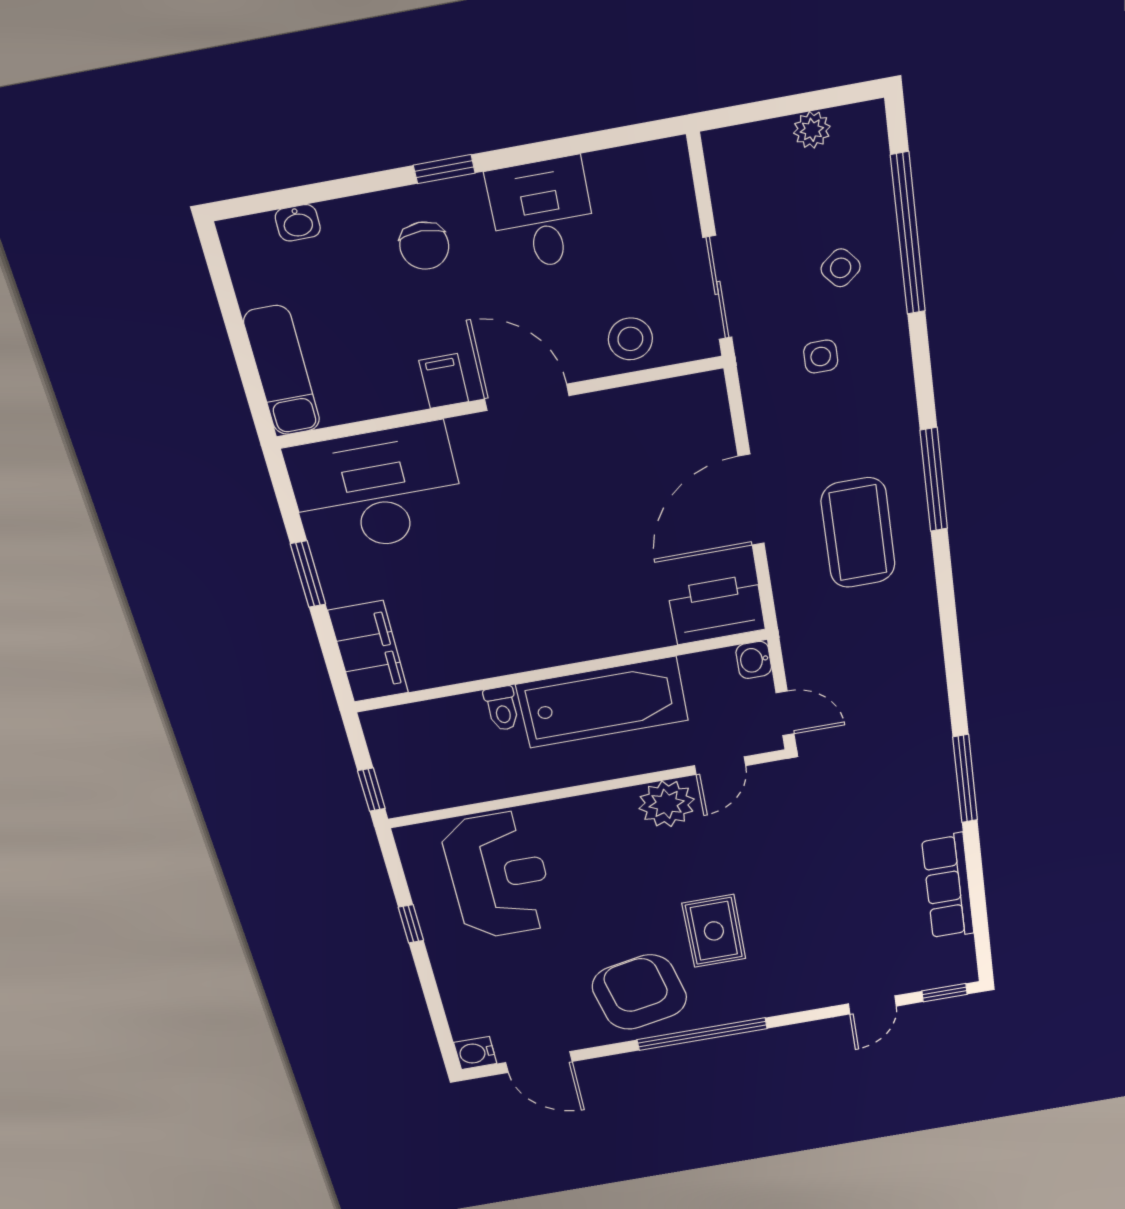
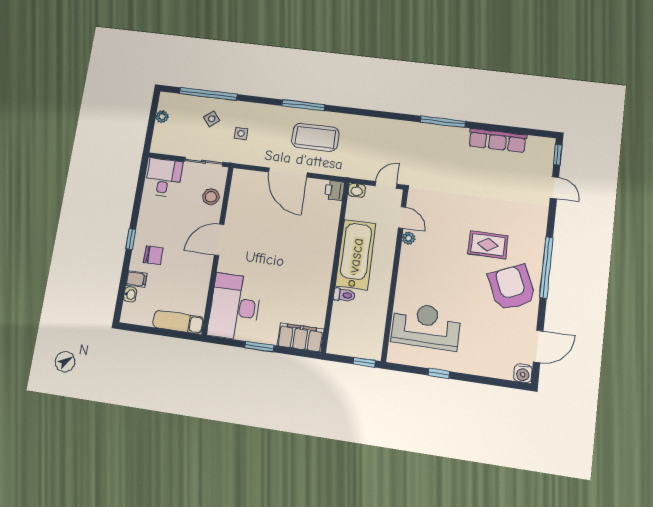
desk: (542, 214) -> (164, 177), moved, turned 90
filing cabinet: (444, 381) -> (137, 279), moved, turned 180
printer: (717, 609) -> (335, 190), width x0.53, depth x0.68
plant: (667, 804) -> (409, 238), width x0.53, depth x0.53
armchair: (639, 992) -> (512, 288), turned 78

